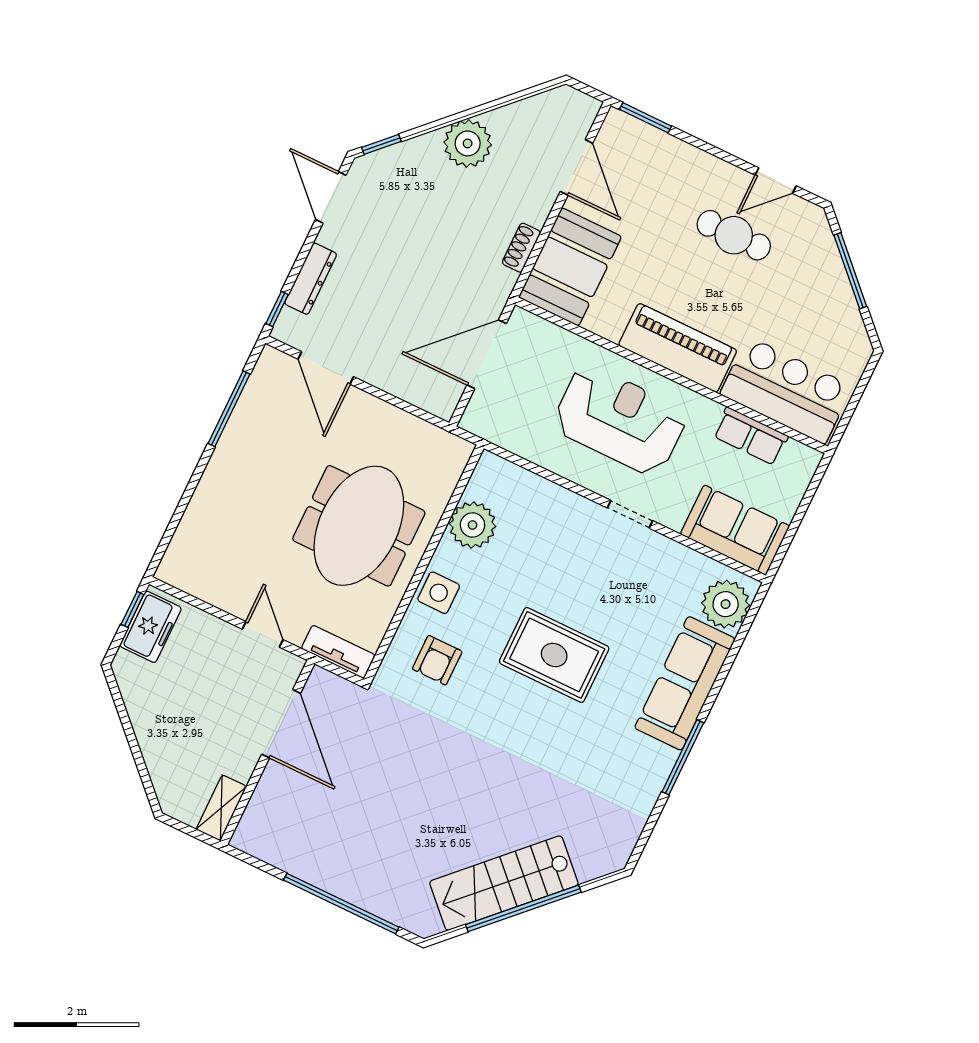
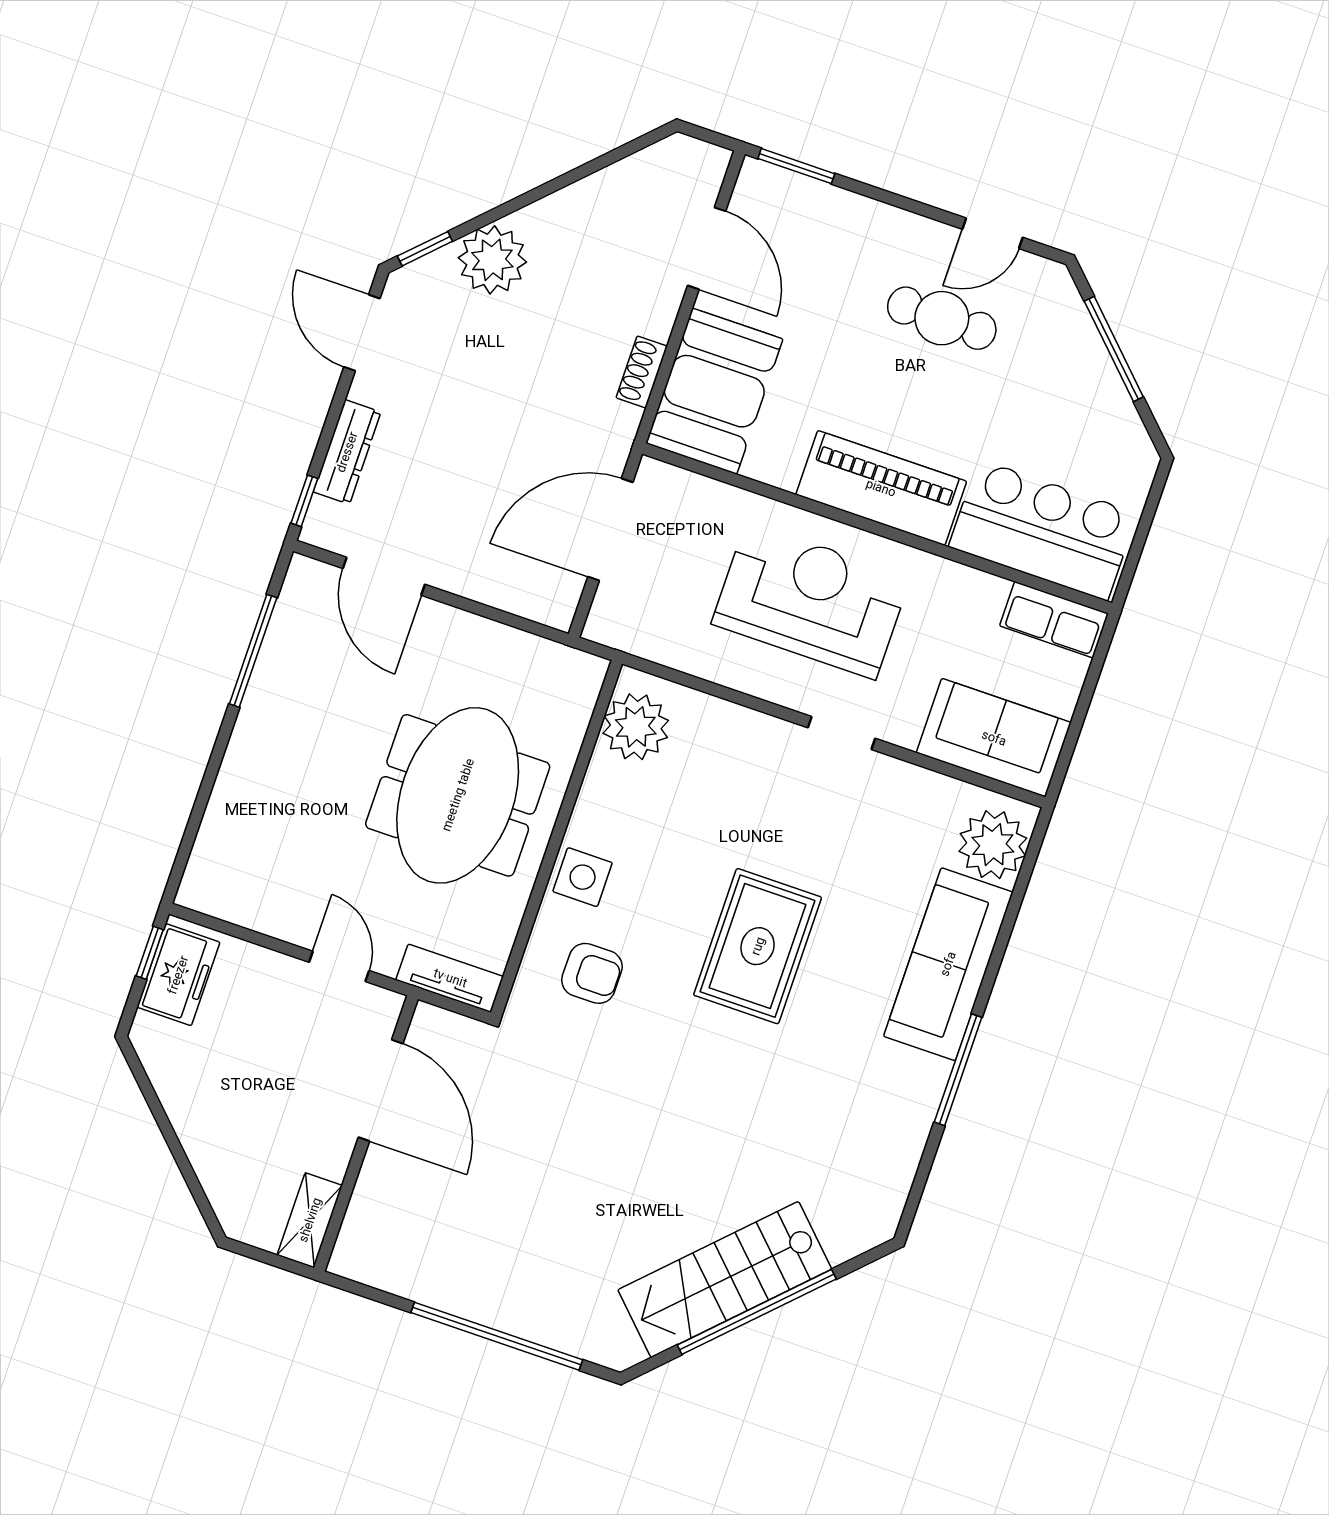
plant: (468, 143) -> (492, 260), moved
row of seats: (751, 436) -> (1054, 620), moved
plant: (473, 525) -> (636, 727), moved
rug: (554, 655) -> (758, 946), turned 90
armchair: (437, 660) -> (592, 973), turned -90

